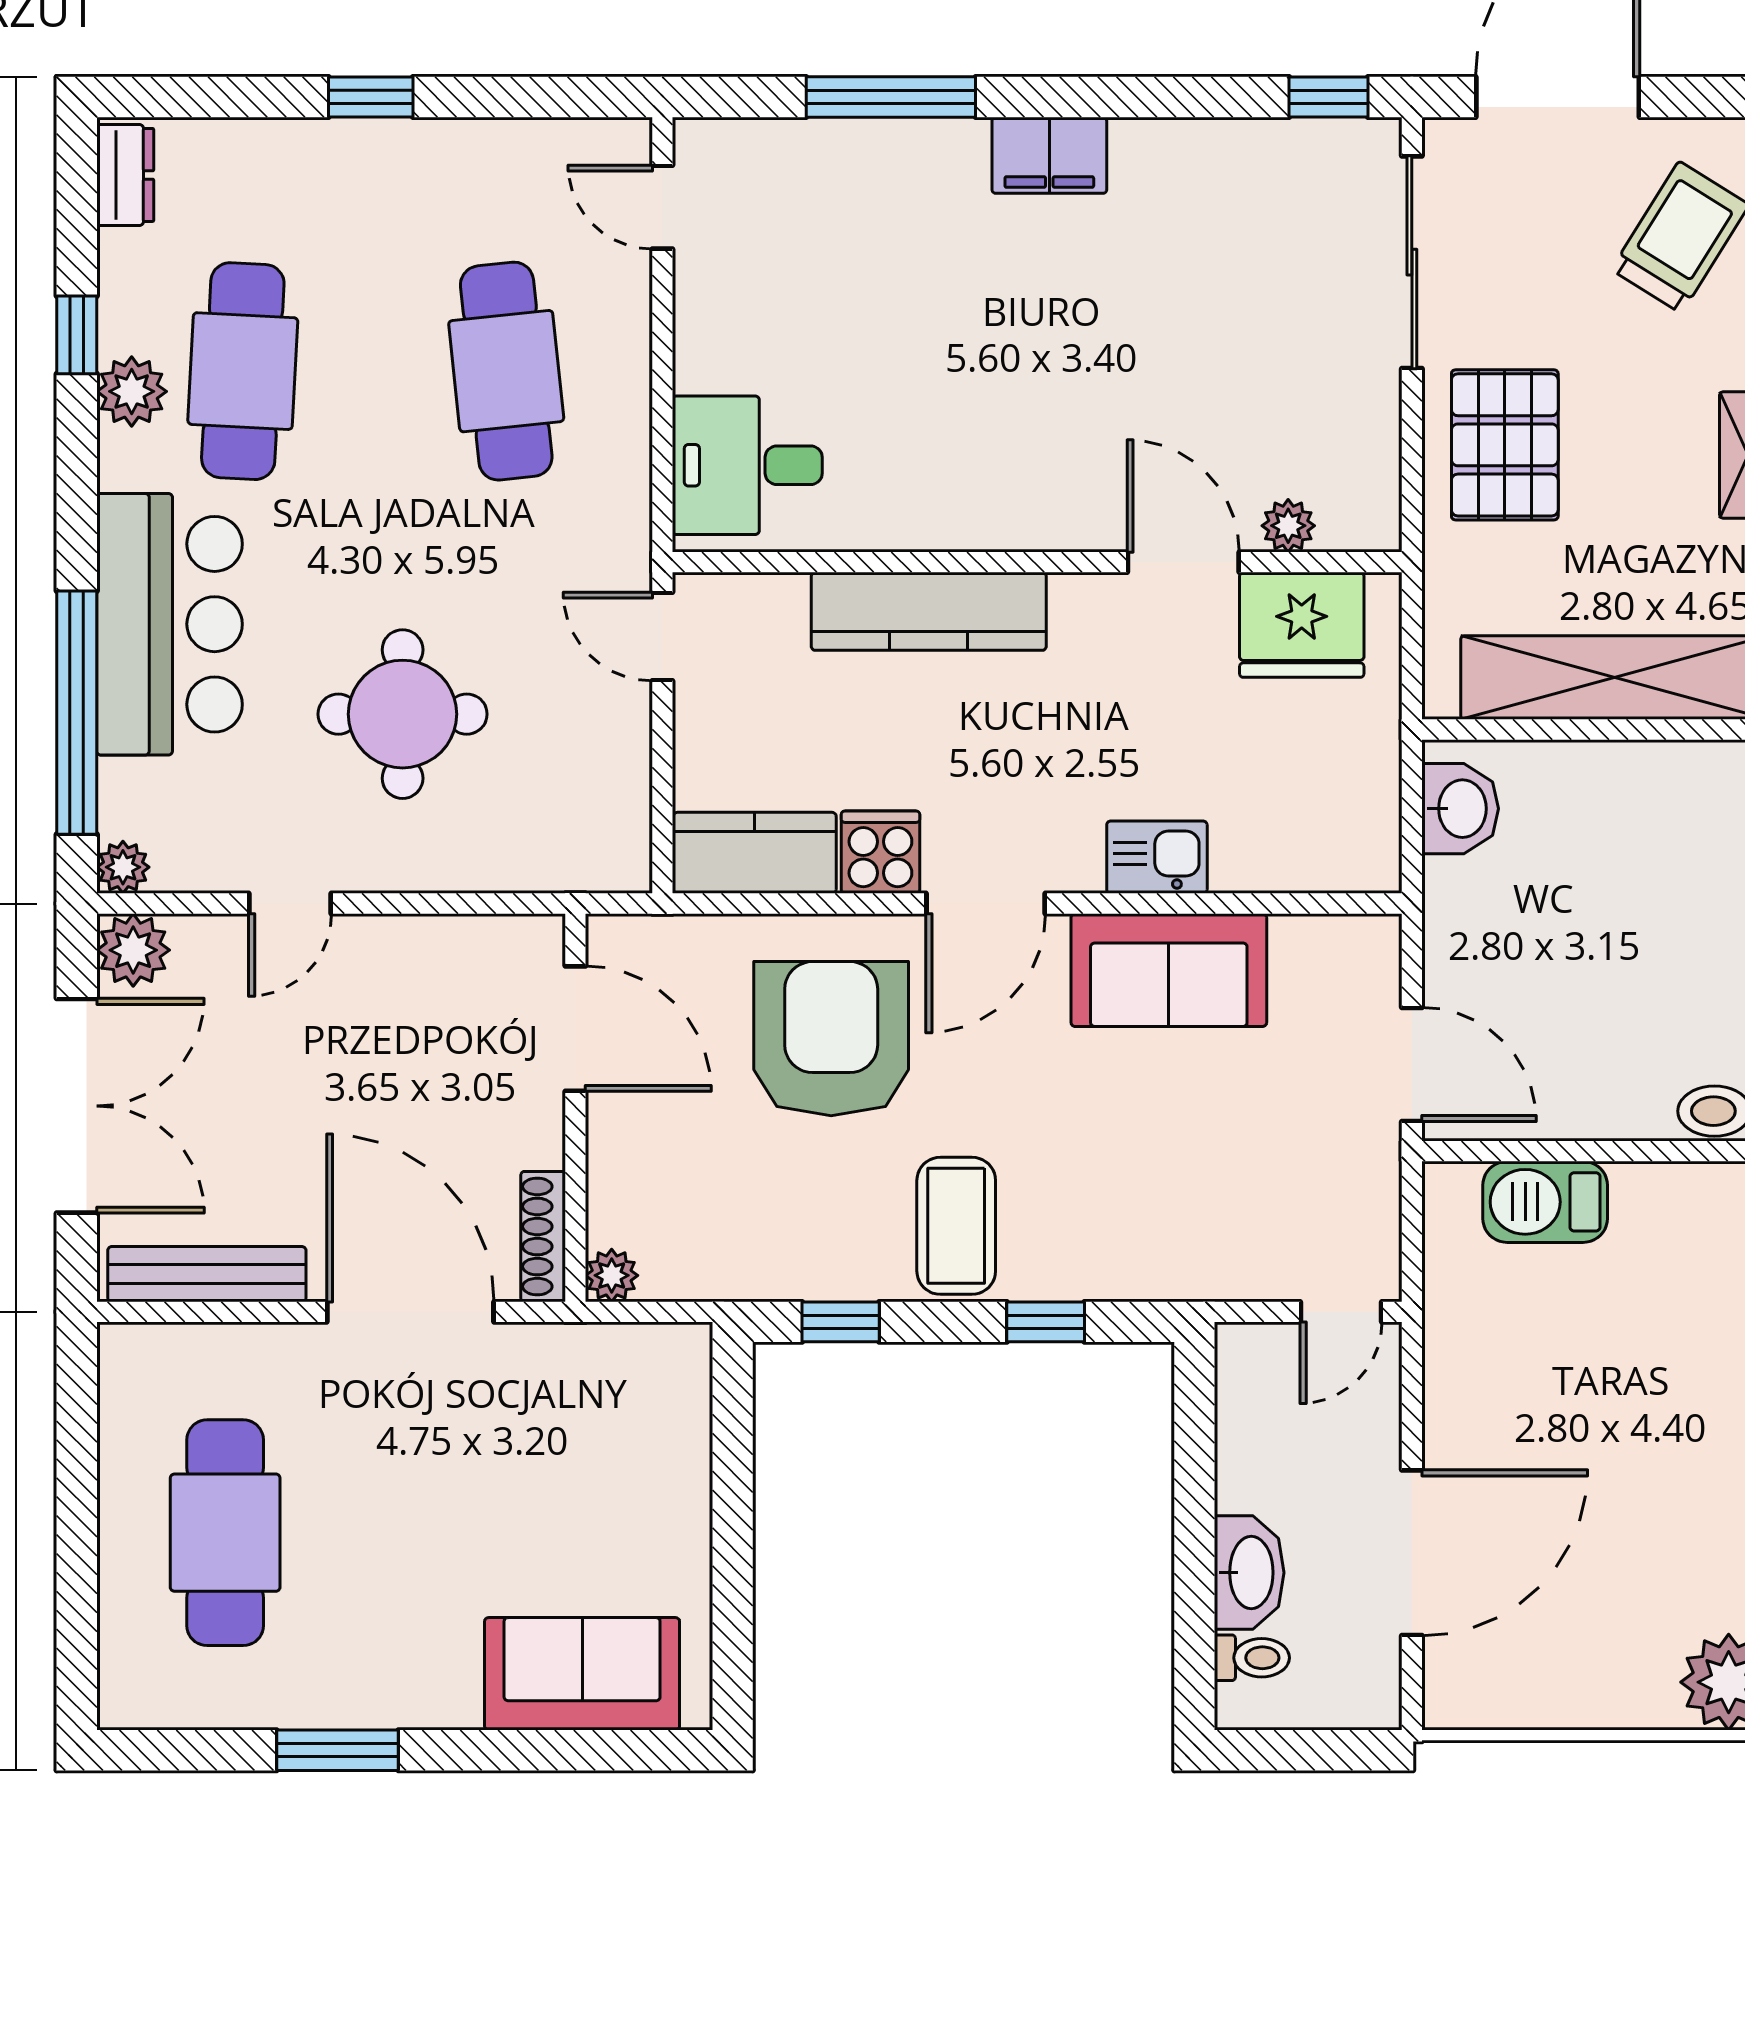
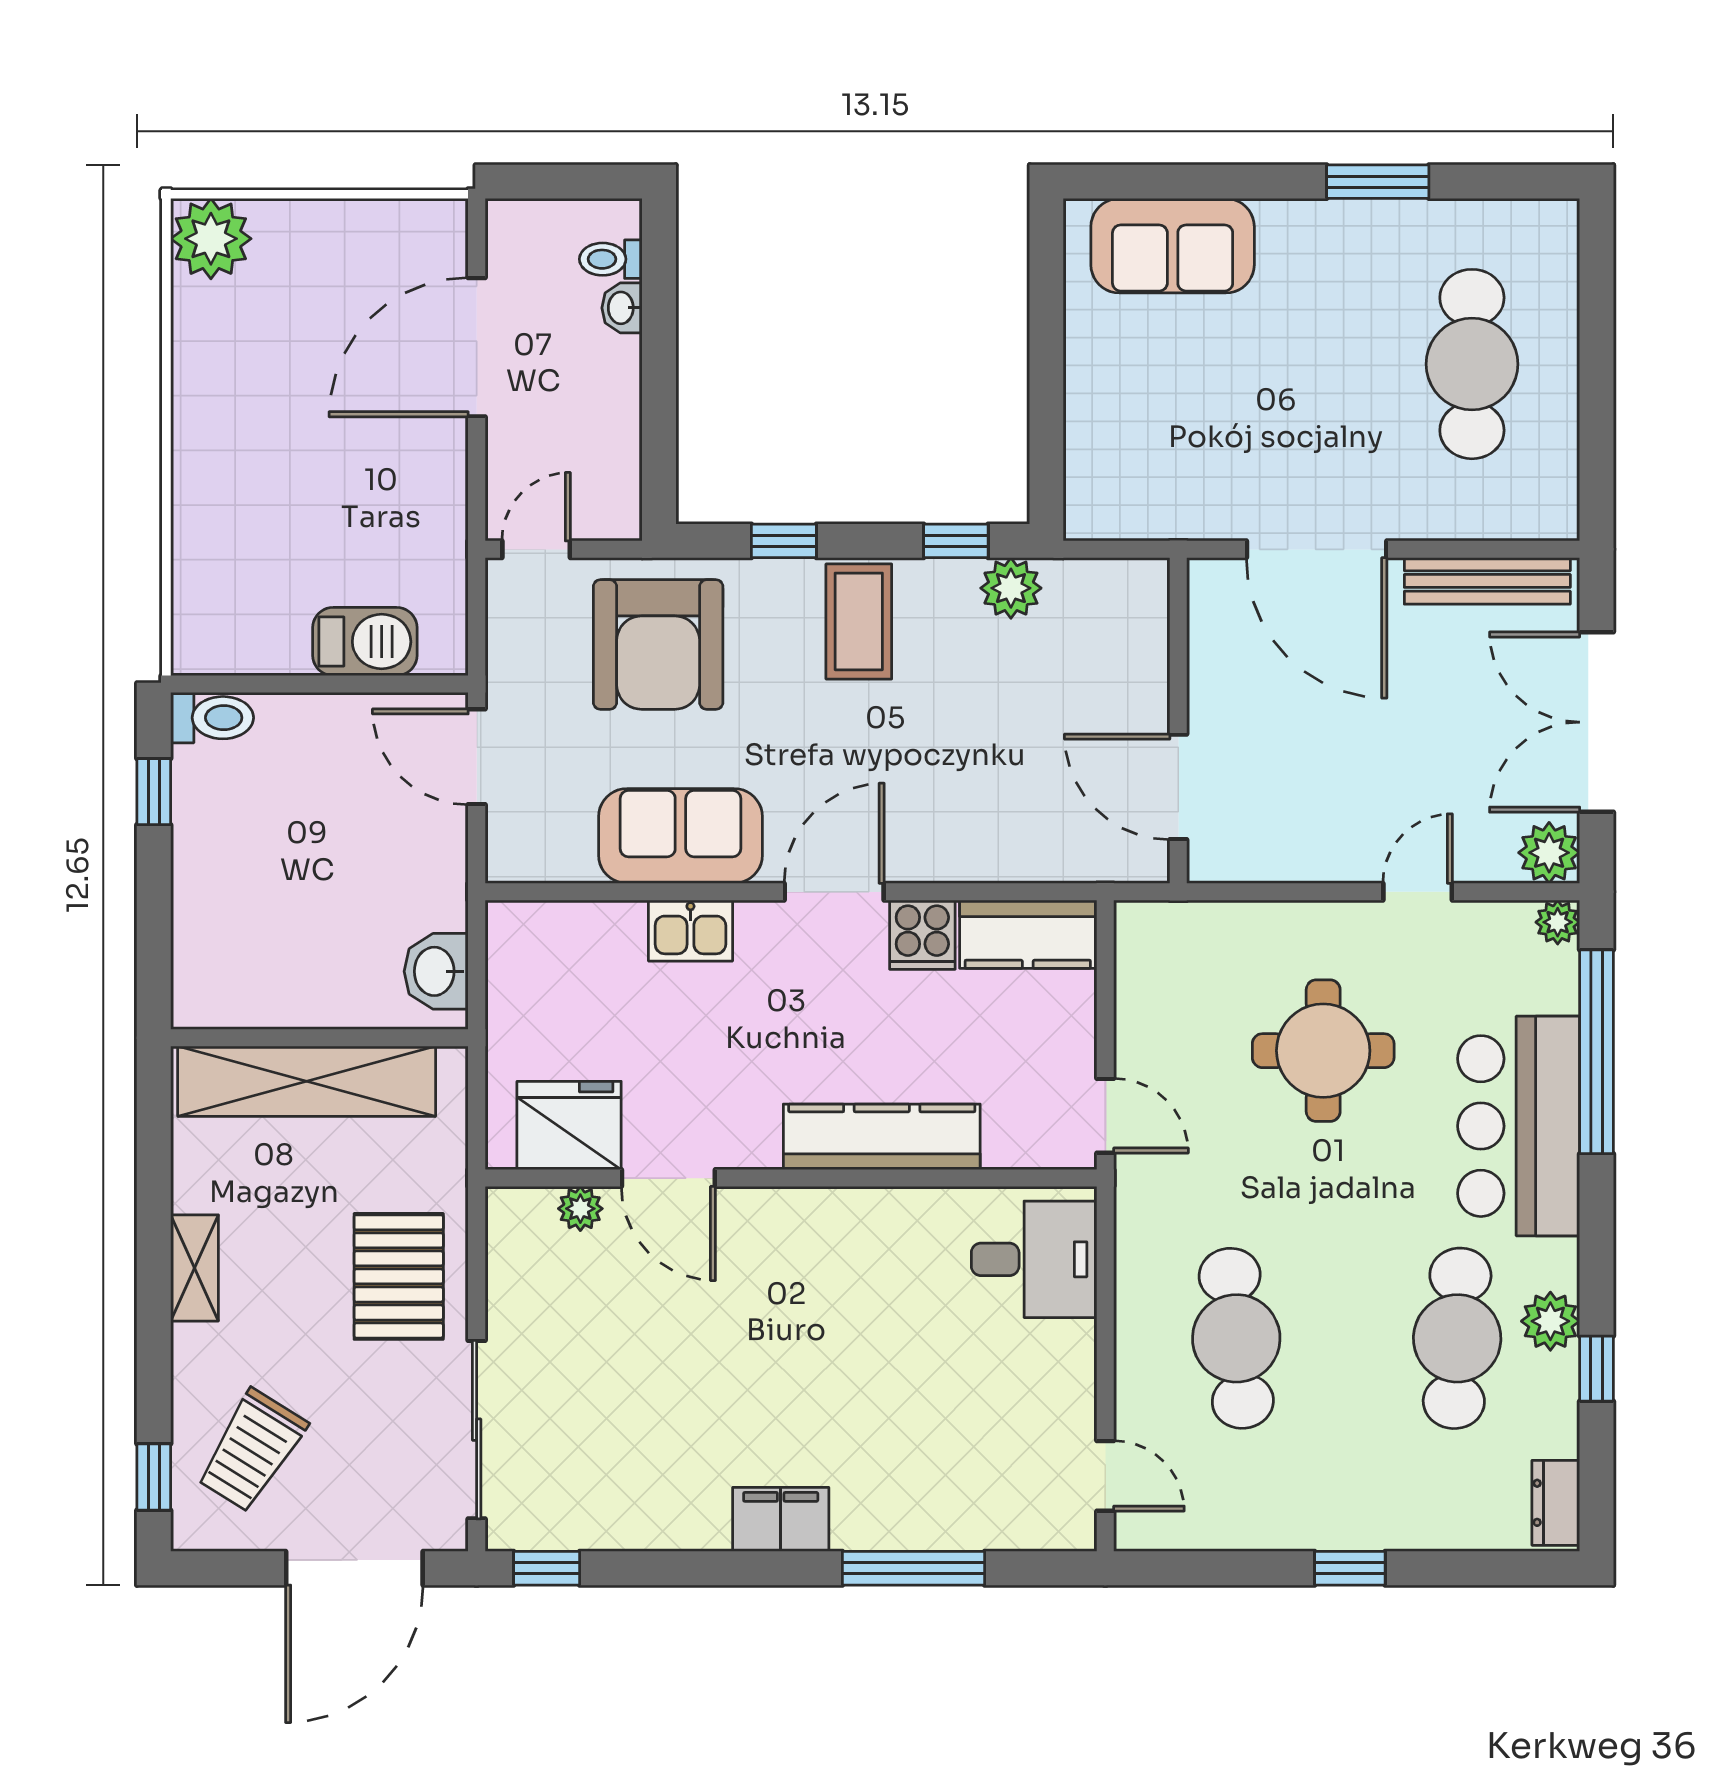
armchair: (831, 1039) -> (658, 645), moved
shoe rack: (543, 1237) -> (1205, 612), removed
plant: (612, 1275) -> (1011, 588), moved, width x1.38, depth x1.38
washbasin: (1249, 1573) -> (622, 308), width x0.52, depth x0.69

